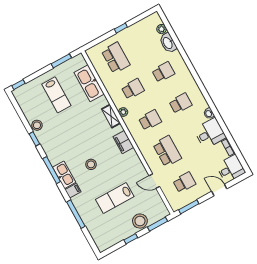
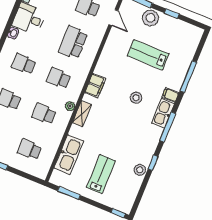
school desk: (116, 58) -> (29, 149), width x0.54
door: (154, 181) -> (113, 18), moved
lab bench: (115, 198) -> (148, 55), turned 180

